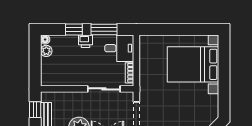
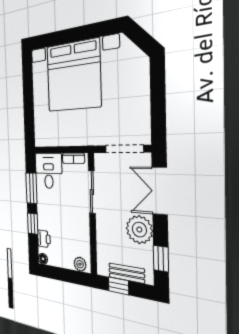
printer: (85, 41) -> (44, 239), moved
plant: (46, 51) -> (80, 264), moved
bed with nightstands: (193, 64) -> (73, 76), width x1.36

